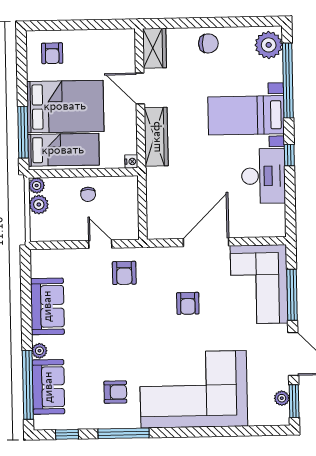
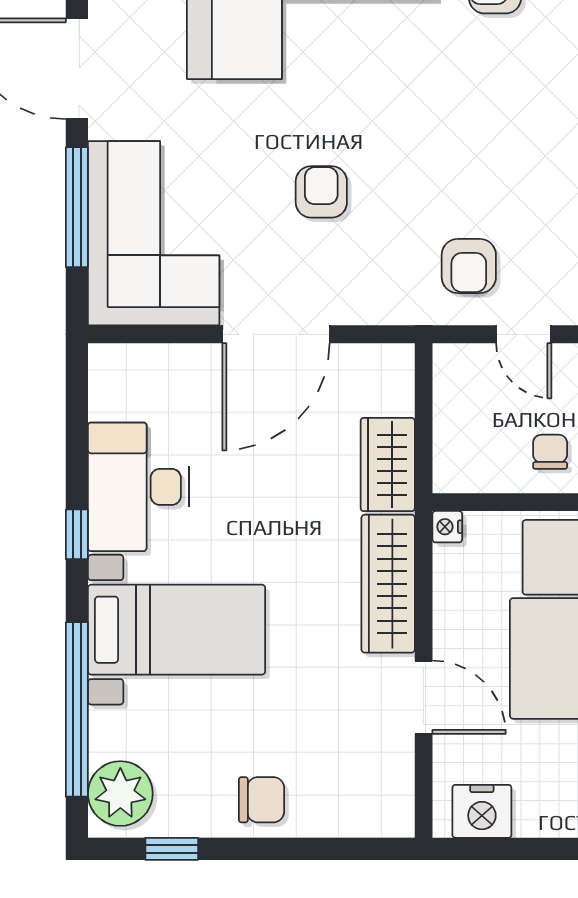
window: (246, 22) -> (172, 849), added
nightstand: (114, 40) -> (482, 811), added
chair: (208, 43) -> (261, 800), turned 180
wardrobe: (155, 48) -> (388, 465), moved
armchair: (124, 273) -> (469, 266), turned 180

